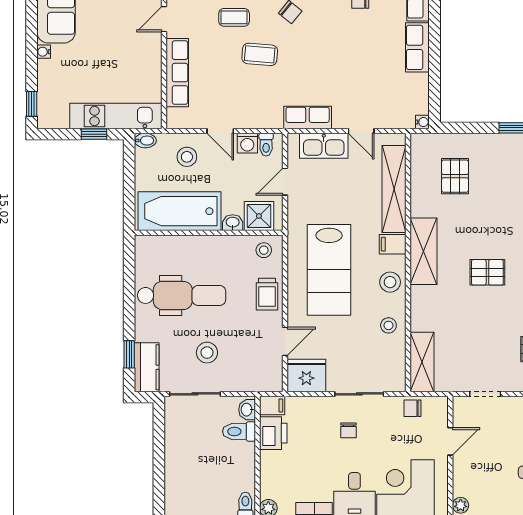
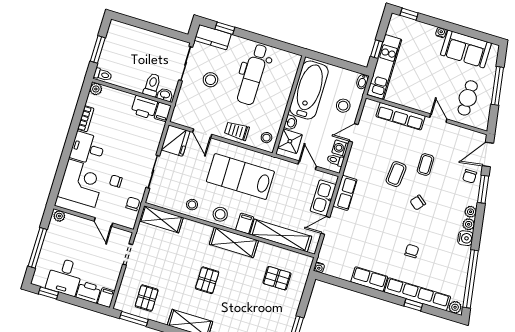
chair: (348, 430) -> (116, 181), moved

